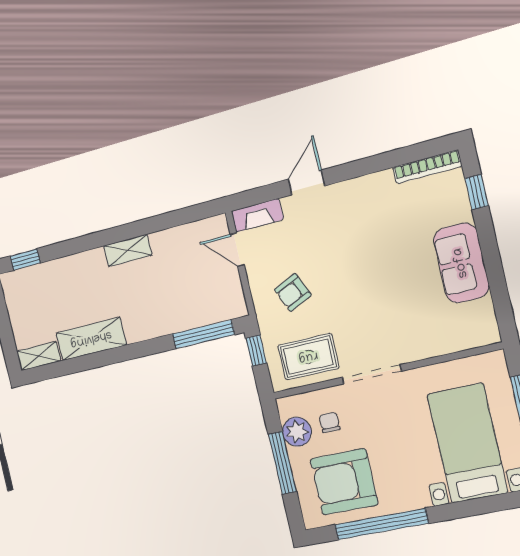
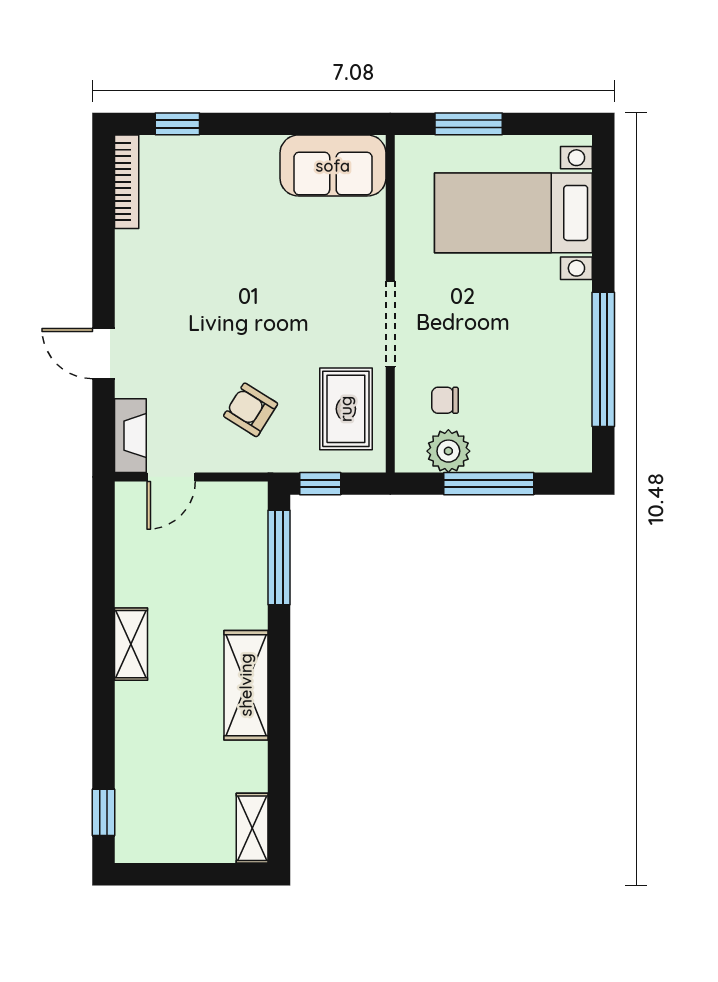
sofa: (461, 263) -> (333, 166), moved
armchair: (293, 292) -> (251, 410), turned 146
shelving: (91, 339) -> (246, 685), moved
armchair: (344, 482) -> (533, 399), removed

